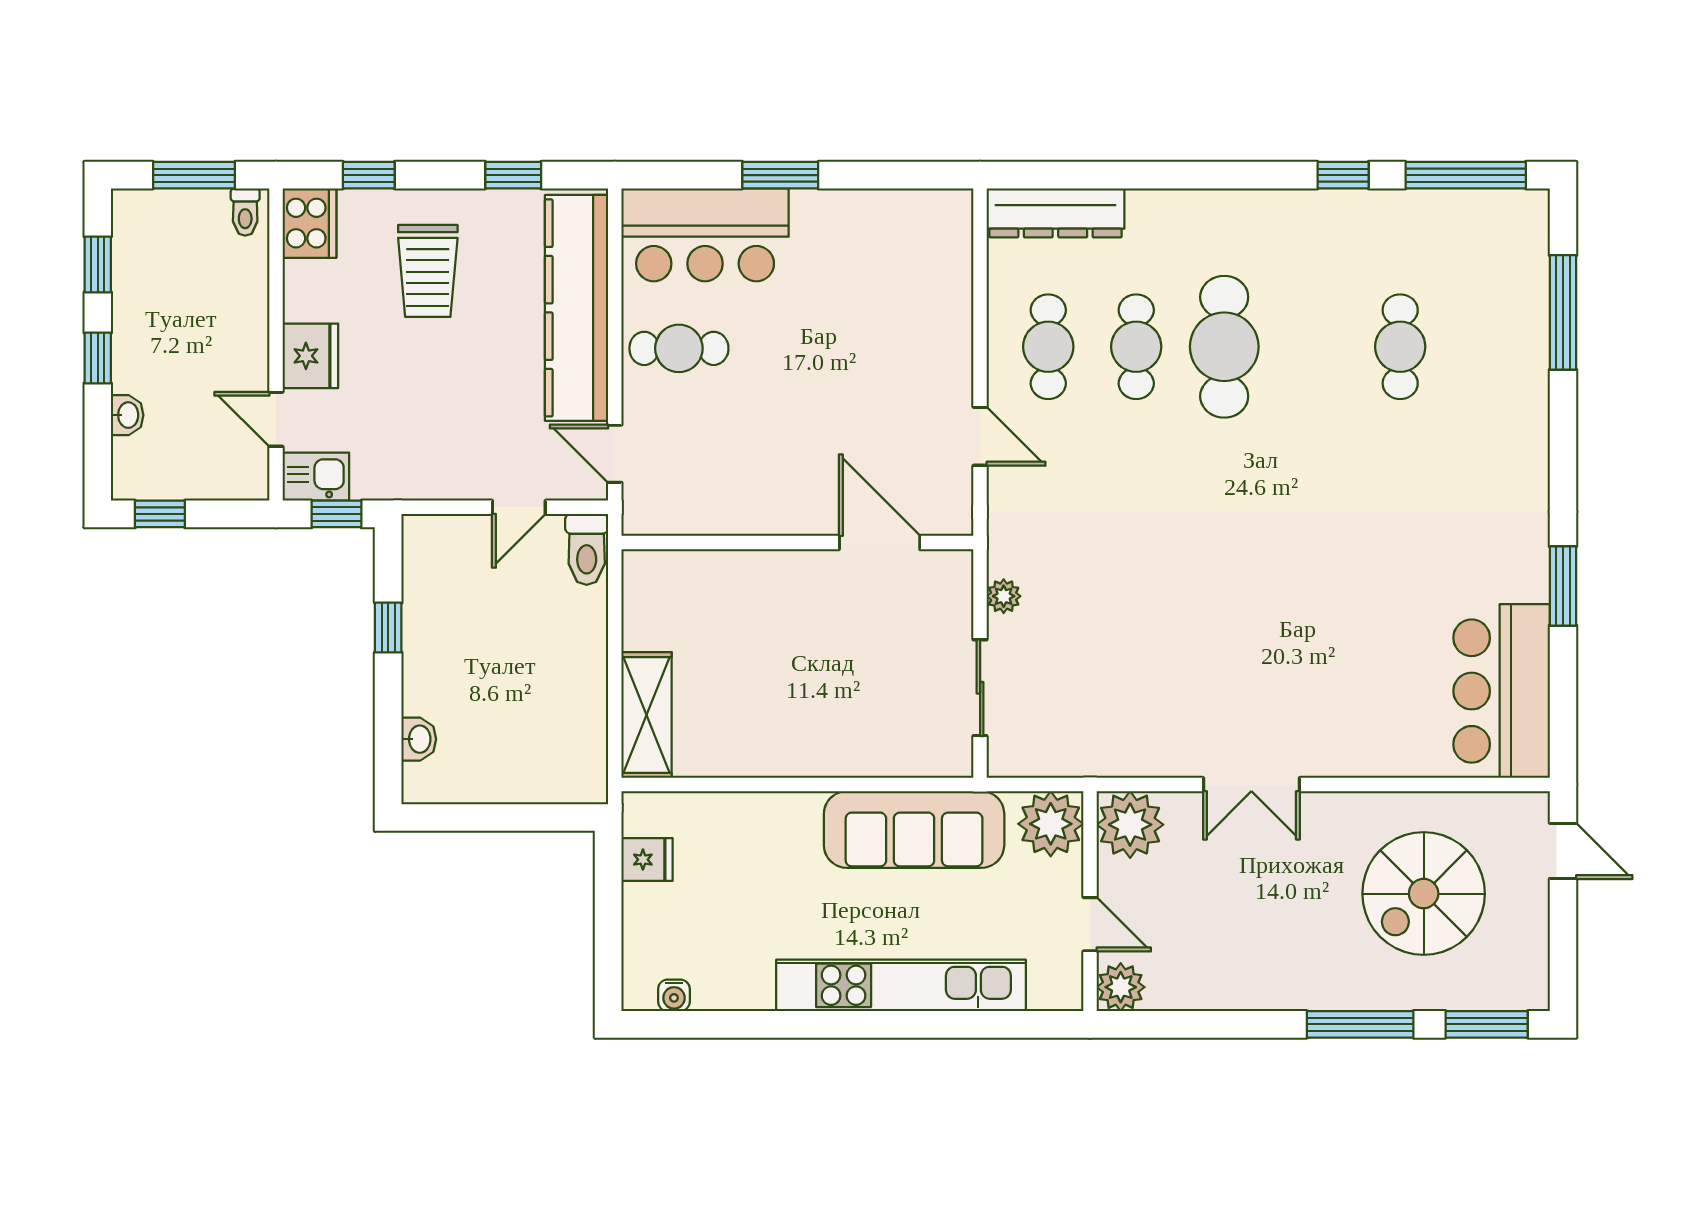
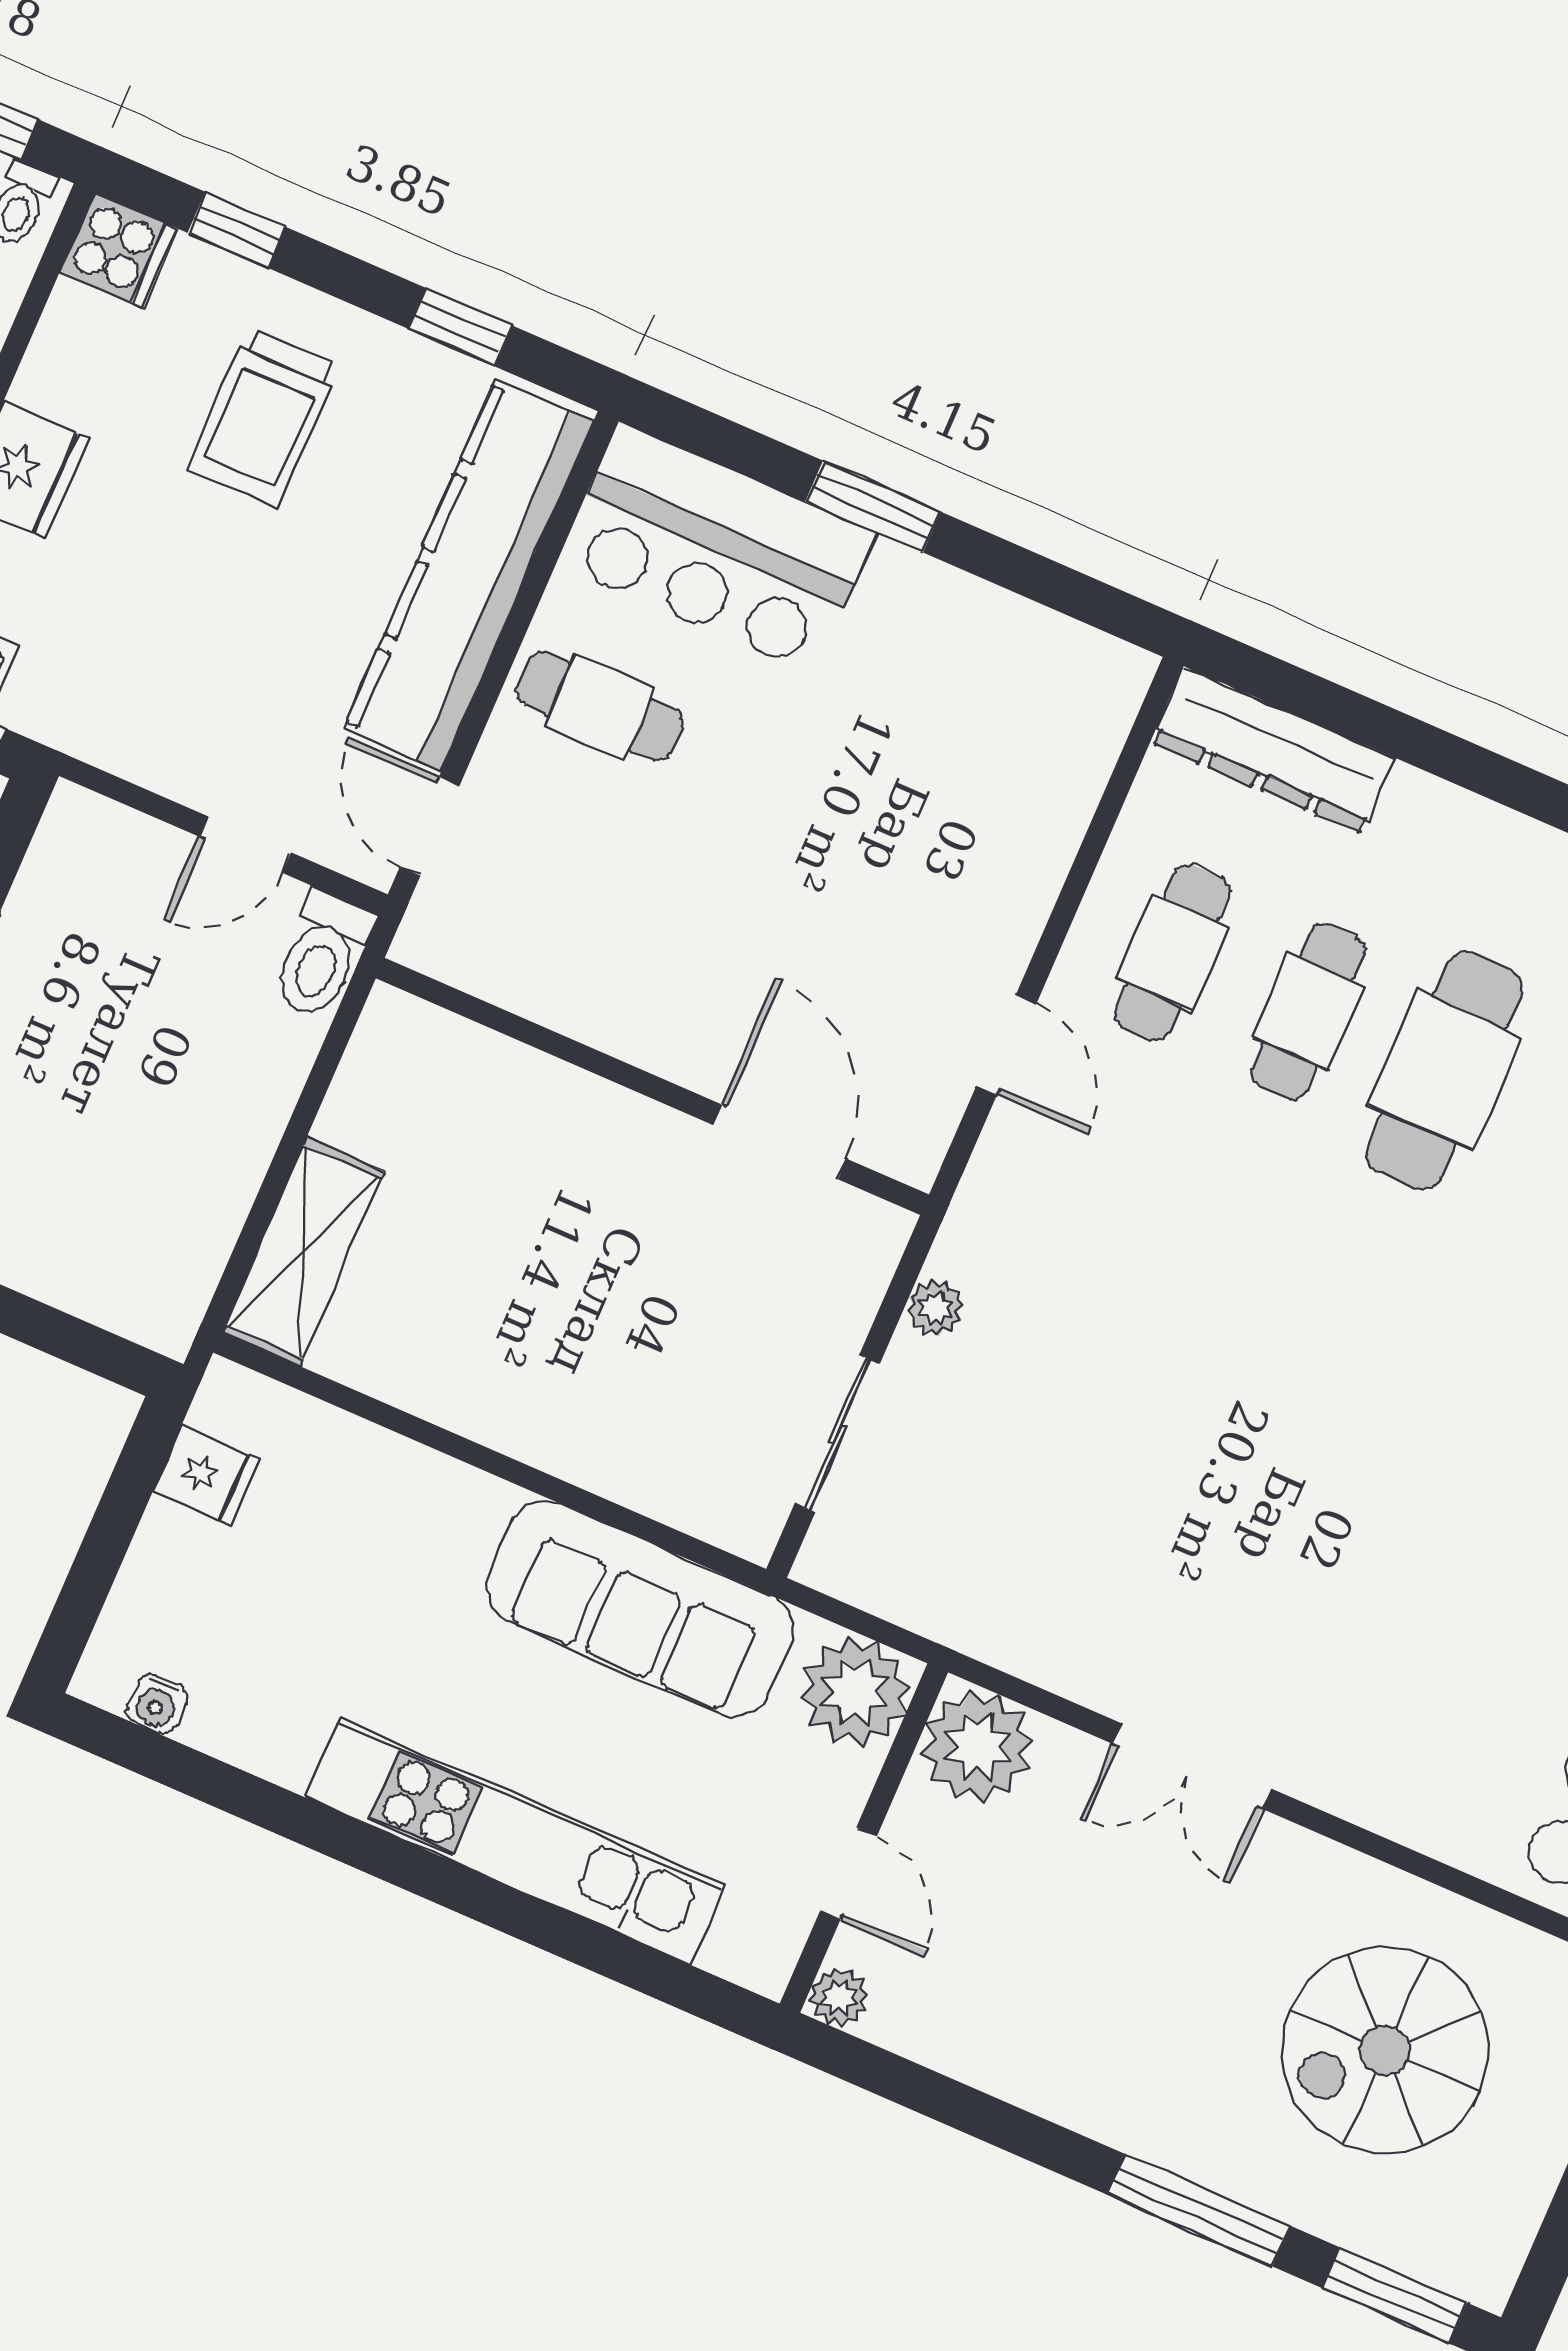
cooker: (309, 223) -> (119, 250), width x0.73
plant: (1121, 987) -> (839, 1997), width x0.73, depth x0.73

